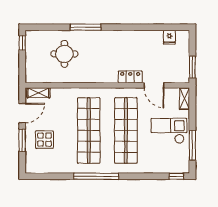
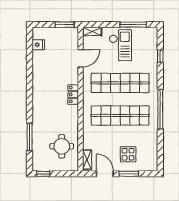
window: (86, 27) -> (30, 137), moved
round table: (64, 54) -> (62, 146), moved
locker: (130, 77) -> (73, 95), moved
checkout: (169, 131) -> (120, 45), turned 180
window: (176, 176) -> (160, 56), moved

